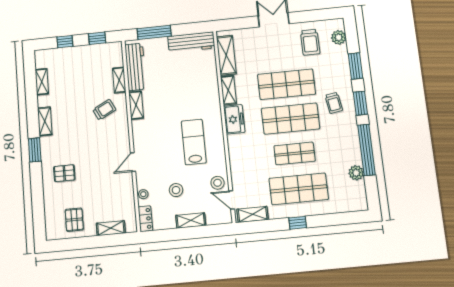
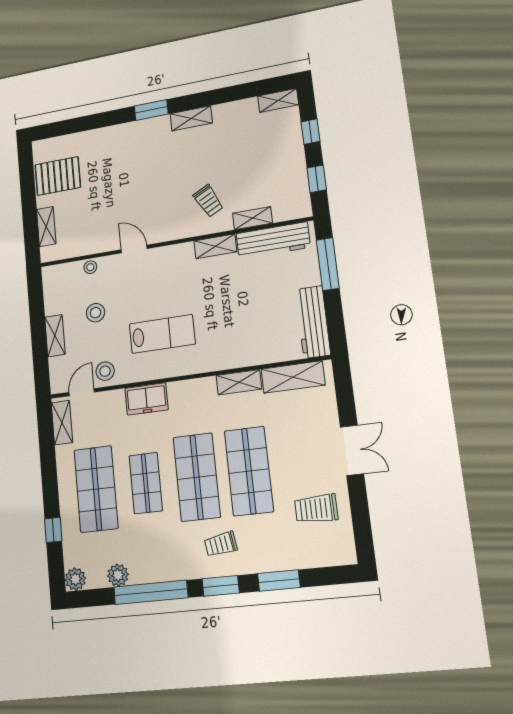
plant: (339, 37) -> (75, 579), moved
shelving: (42, 82) -> (278, 100), moved
freezer: (234, 119) -> (146, 399), moved
pallet: (64, 173) -> (119, 155), removed
locker: (145, 219) -> (58, 273), removed
pallet: (74, 220) -> (58, 176), width x1.50, depth x1.42
window: (298, 223) -> (53, 530), moved

